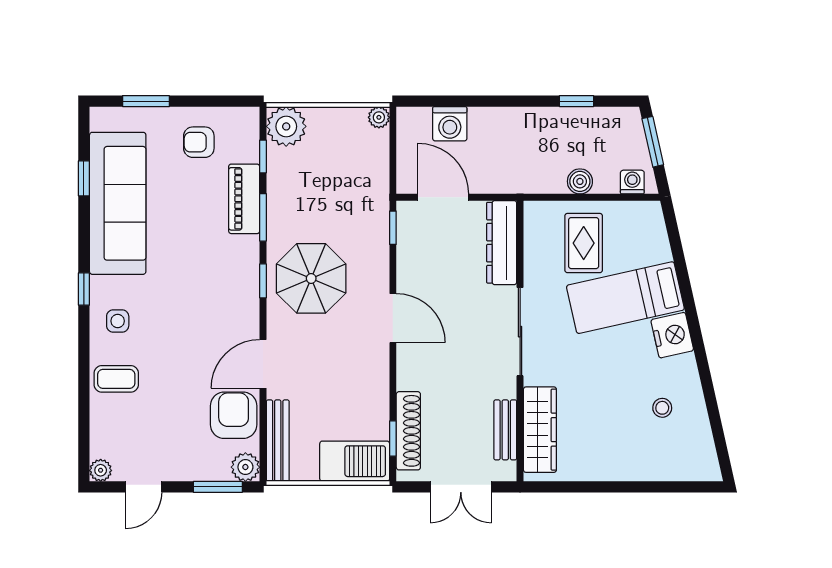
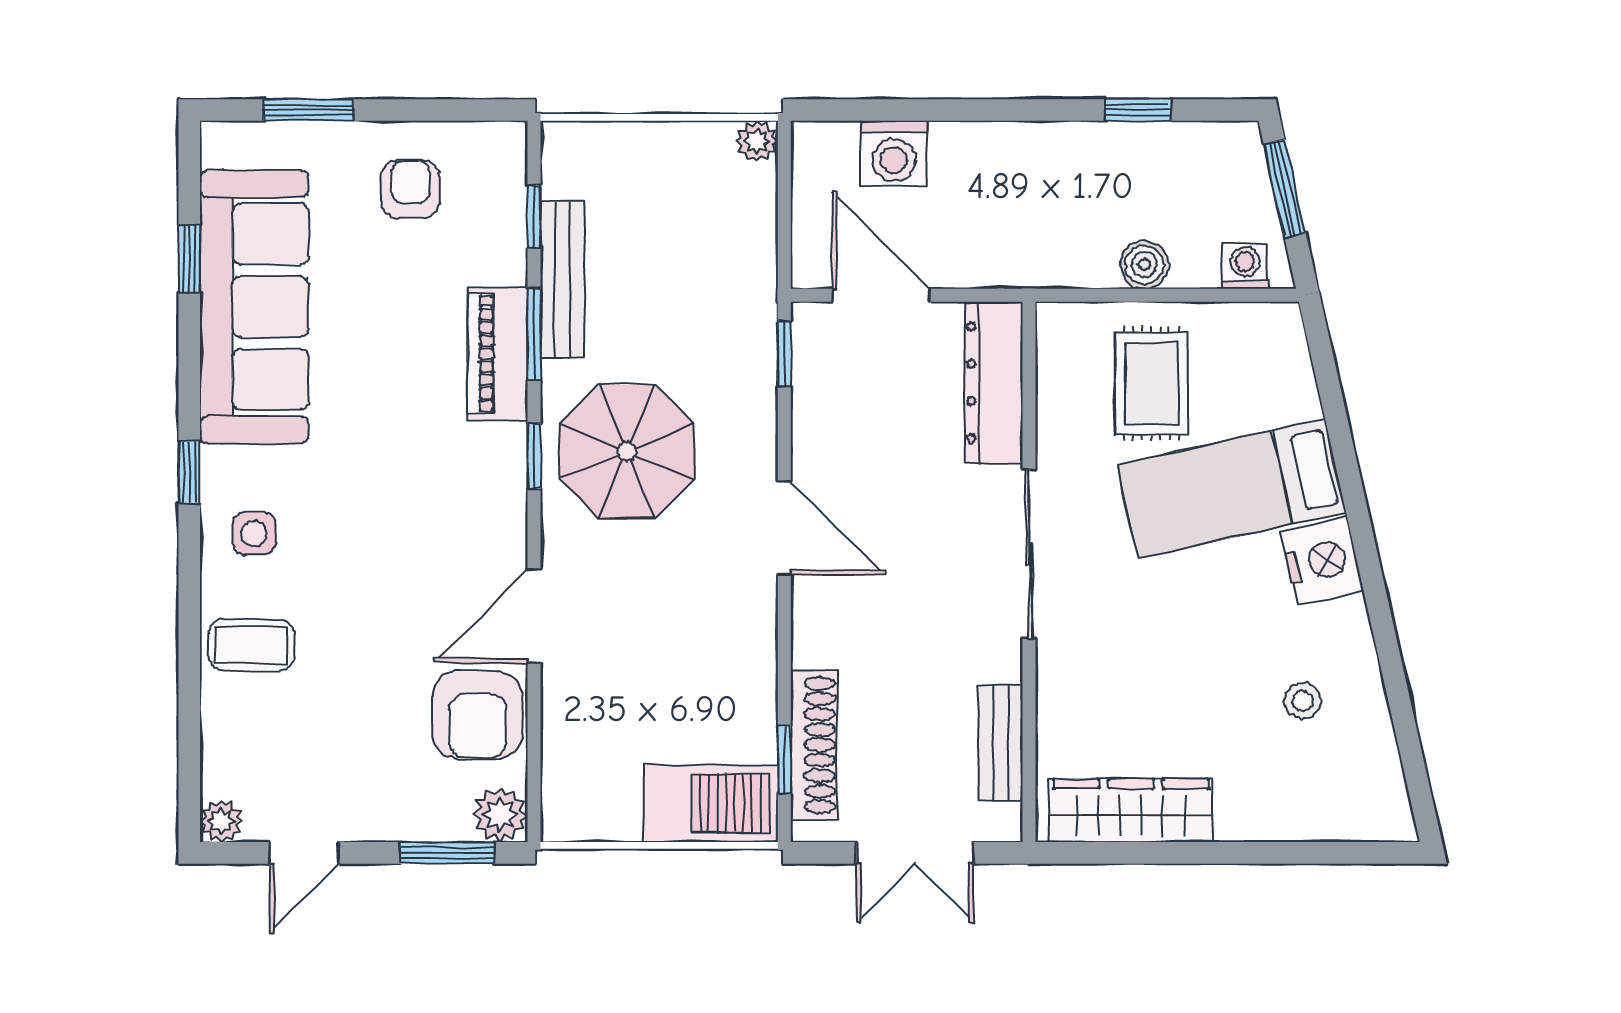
plant: (286, 126) -> (579, 159), removed
armchair: (199, 142) -> (410, 189), turned 90
piano: (244, 199) -> (498, 354), moved
armchair: (234, 415) -> (477, 715), turned 180
wardrobe: (540, 430) -> (1131, 810), moved, turned -90
bench: (278, 441) -> (562, 280), moved

